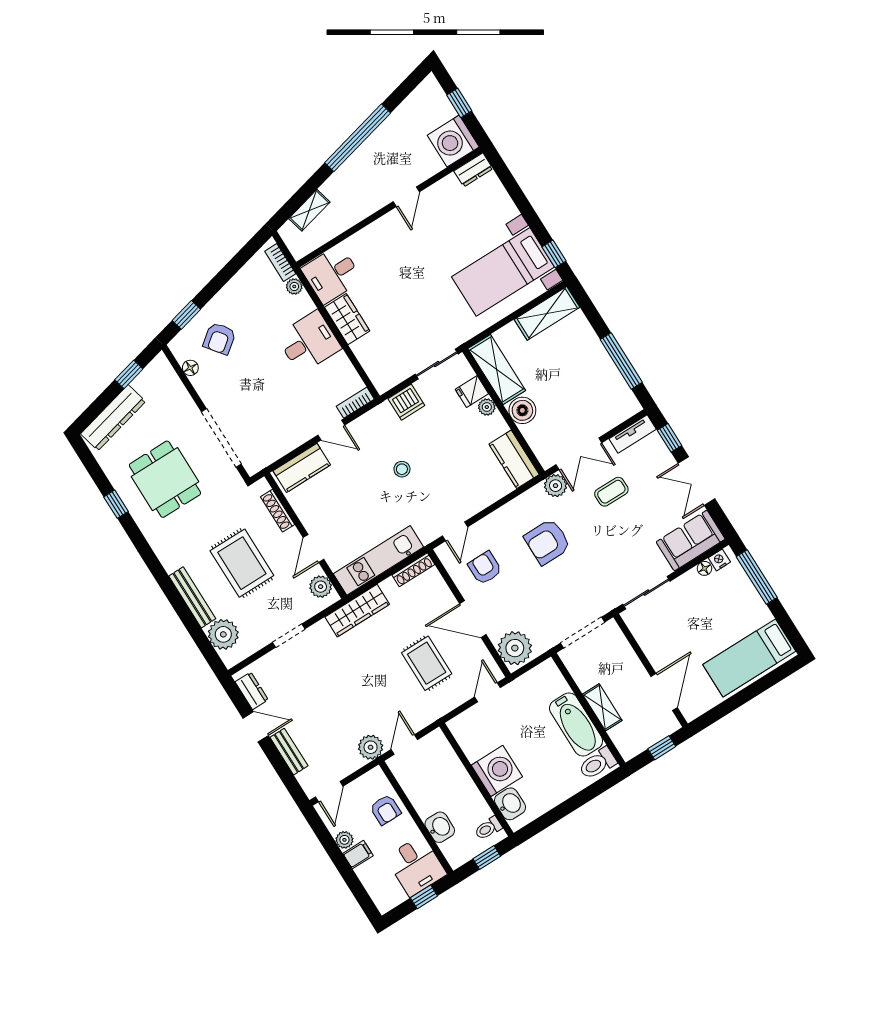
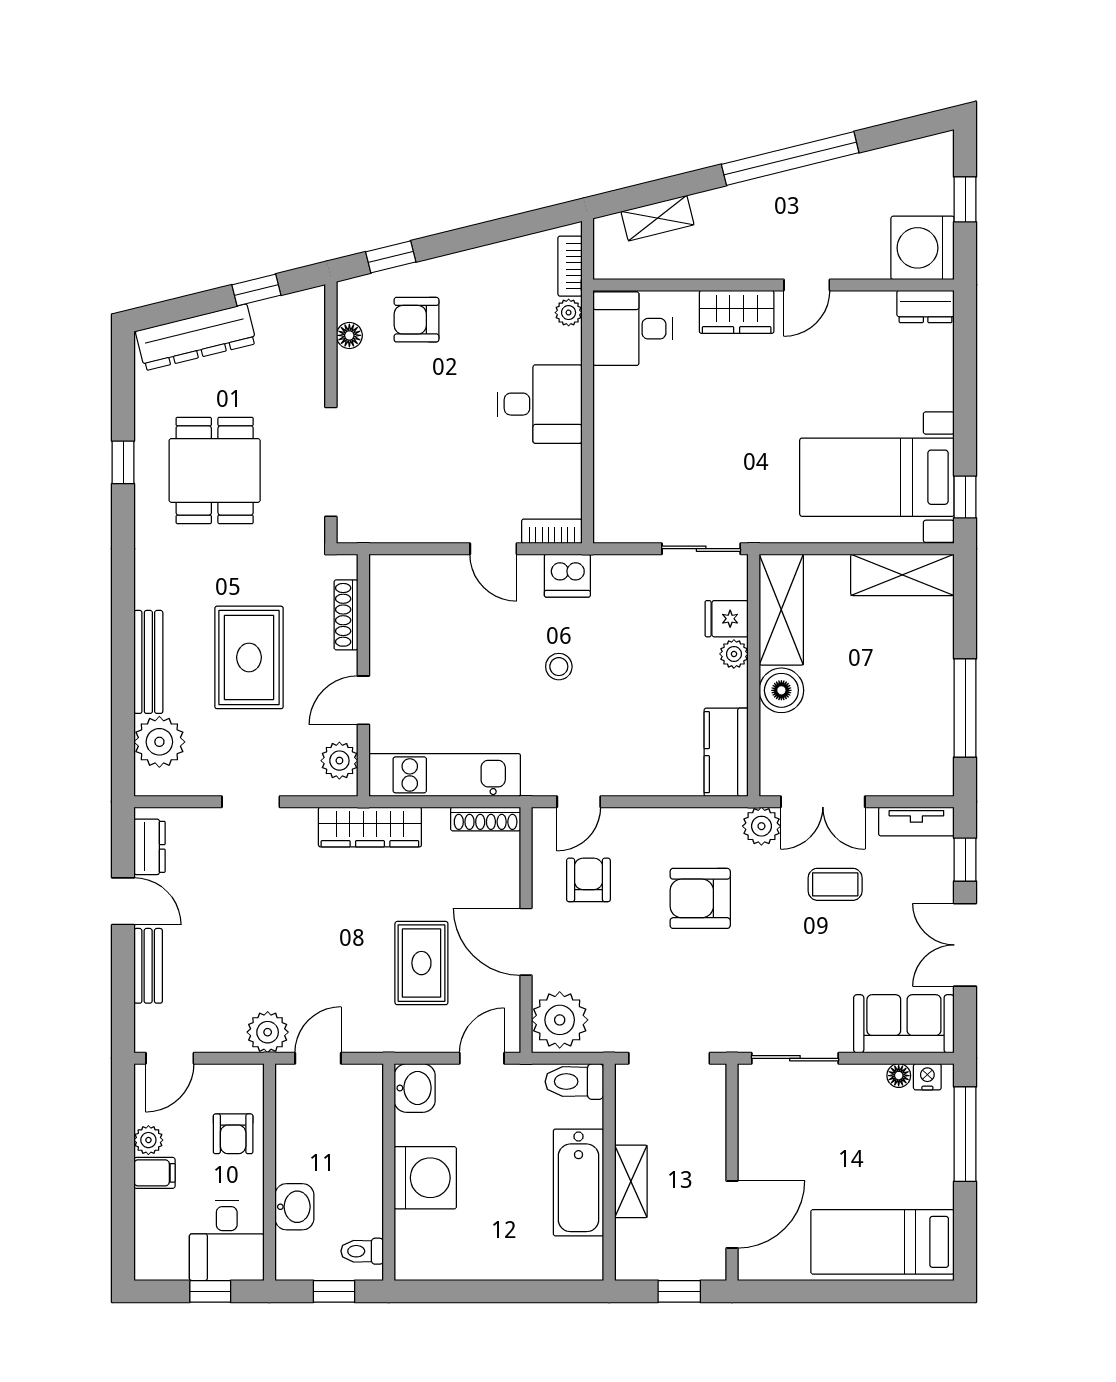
wardrobe: (347, 319) -> (737, 312), moved, turned 90
armchair: (219, 338) -> (416, 320), turned 38
dishwasher: (406, 402) -> (567, 576), moved
kitchen counter: (302, 468) -> (418, 576), removed
toilet: (598, 763) -> (574, 1082), moved
washbasin: (510, 804) -> (415, 1088), moved

